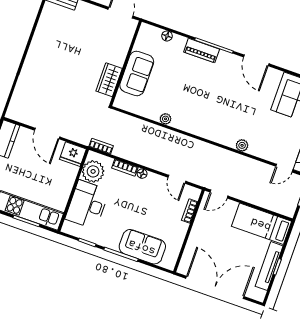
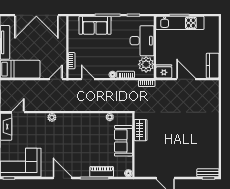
wall: (126, 63) -> (133, 145), moved
sofa: (137, 73) -> (123, 141), moved
wardrobe: (109, 80) -> (141, 130), moved

